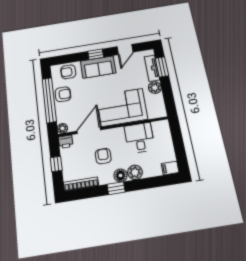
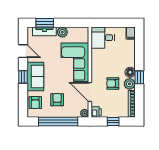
armchair: (63, 94) -> (57, 100), moved
desk: (140, 138) -> (103, 38), moved
plant: (135, 172) -> (130, 84), moved

